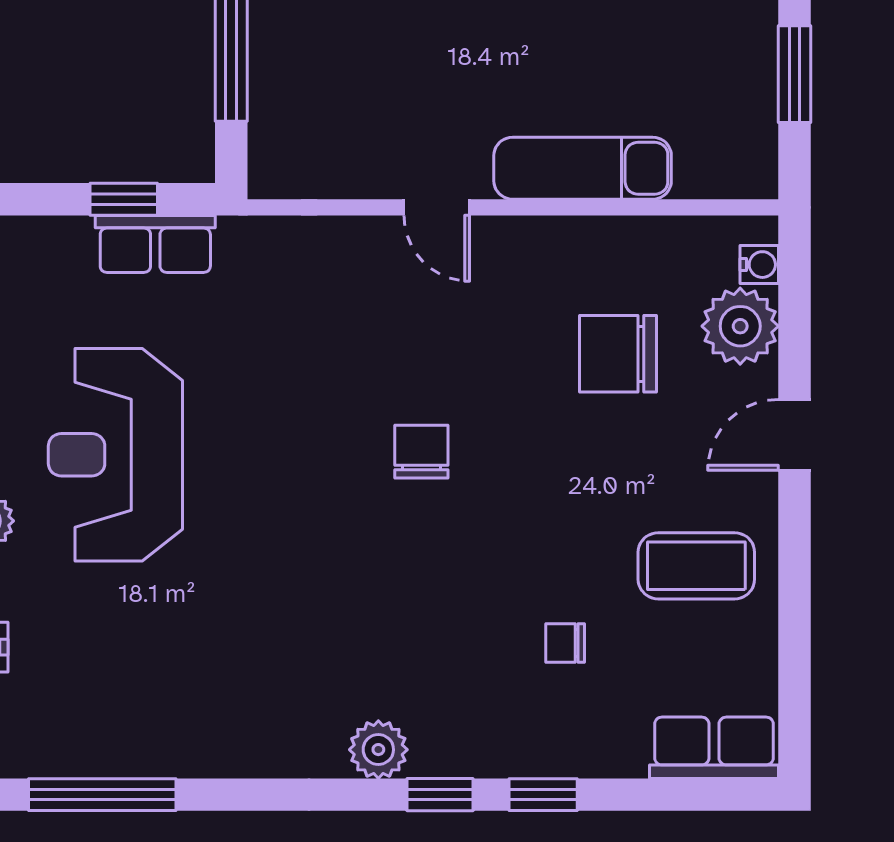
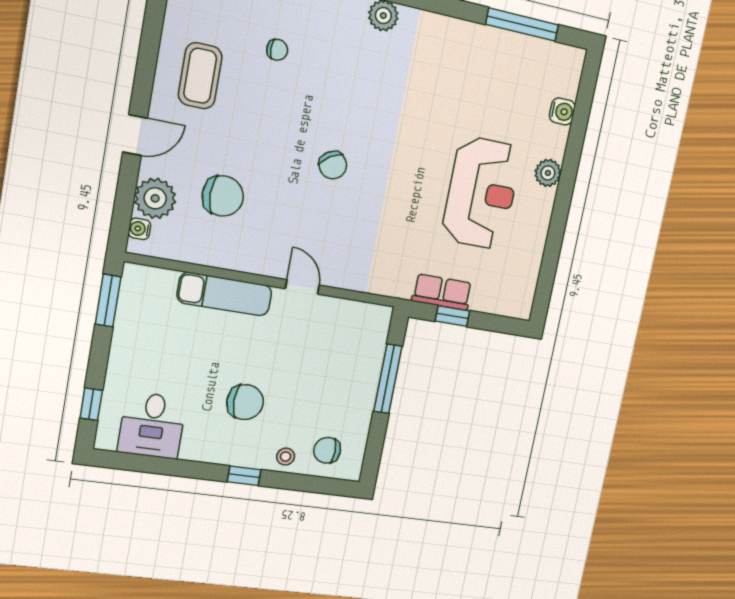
window: (794, 74) -> (108, 300), moved
chair: (421, 452) -> (333, 165), turned -33
coffee table: (696, 566) -> (200, 76), turned 90

